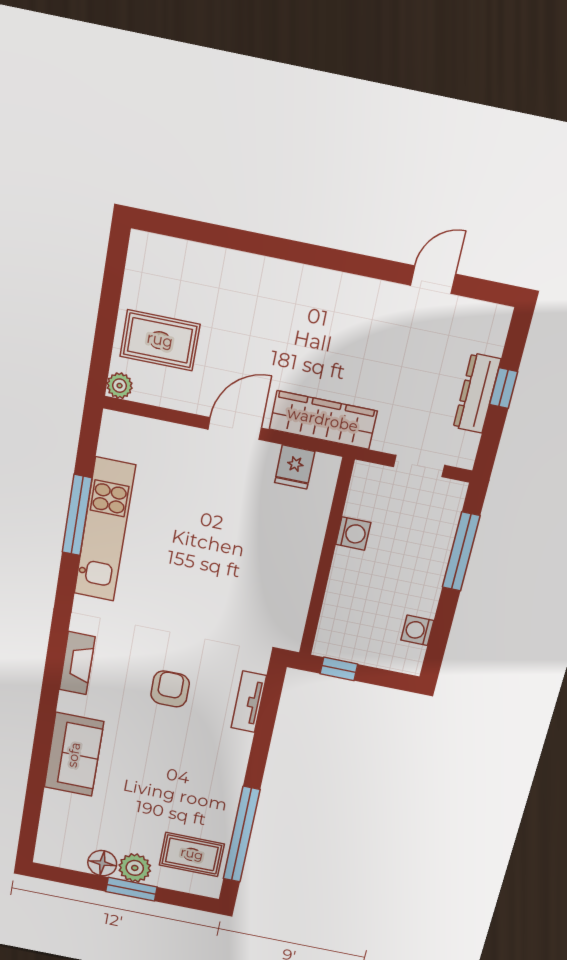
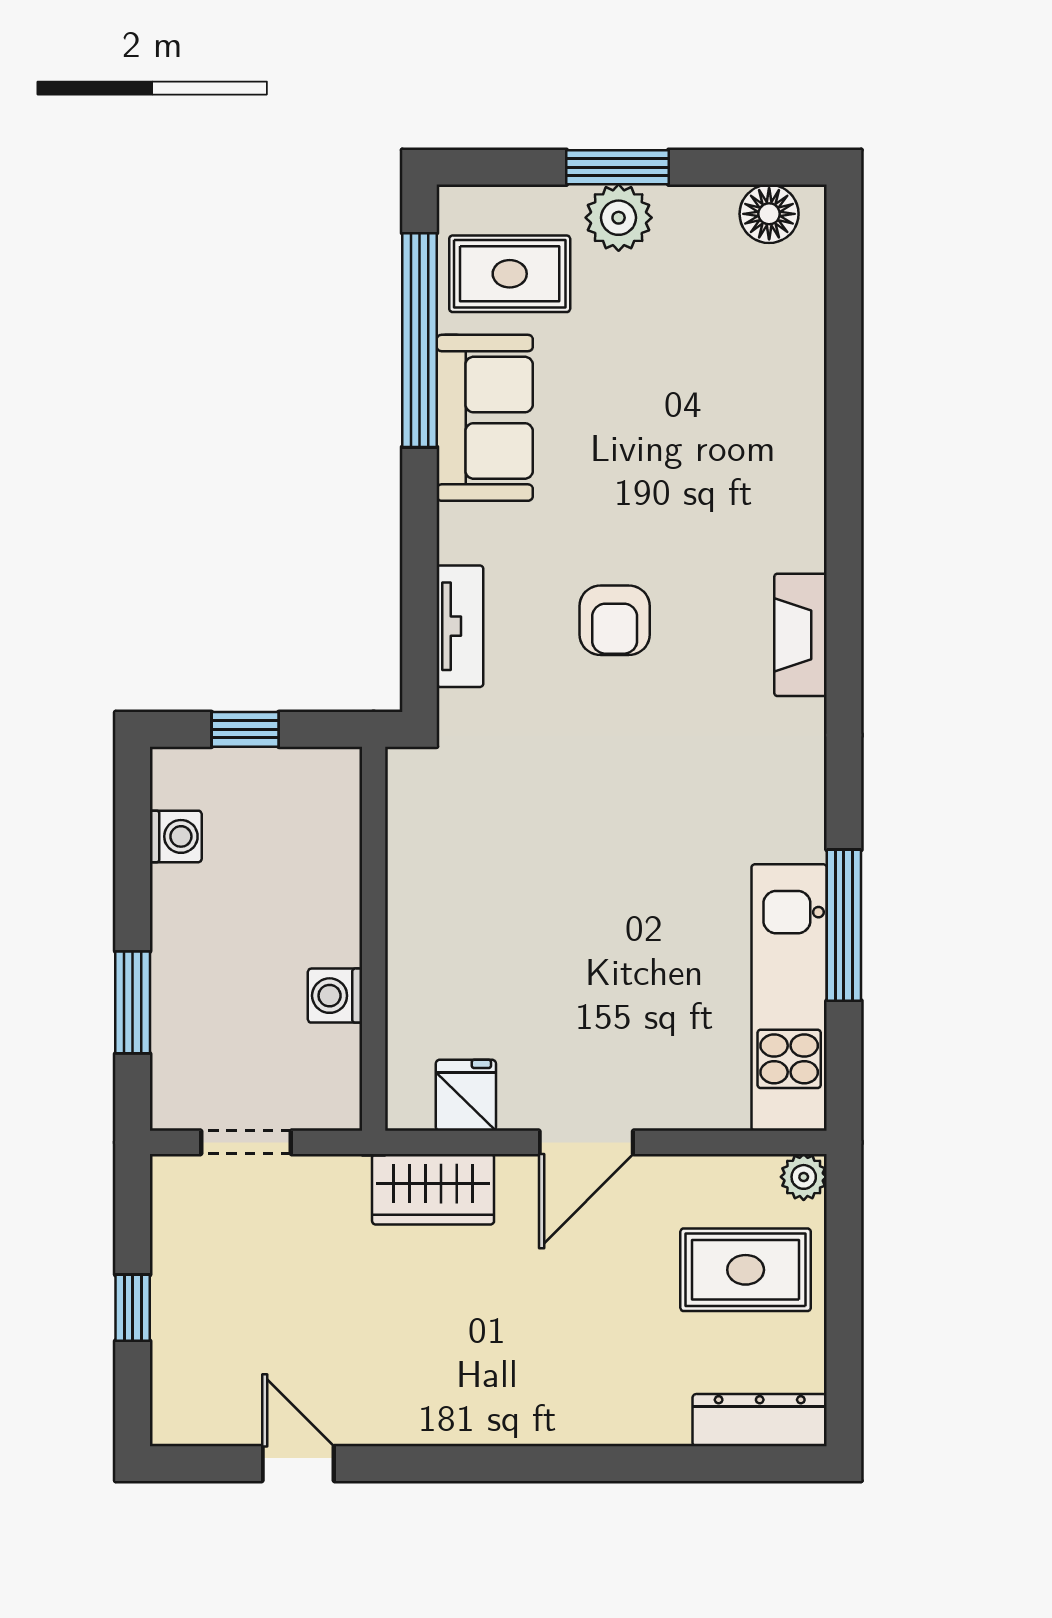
door: (433, 280) -> (298, 1464), swing flipped
dresser: (477, 393) -> (760, 1420), moved, turned -90
wardrobe: (323, 420) -> (433, 1189), width x0.67
kitchen unit: (105, 530) -> (789, 998), moved
window: (461, 552) -> (133, 1002), width x0.69
window: (339, 669) -> (245, 729), moved
sofa: (74, 755) -> (485, 418), moved, turned 180
floor lamp: (102, 863) -> (769, 214), moved

